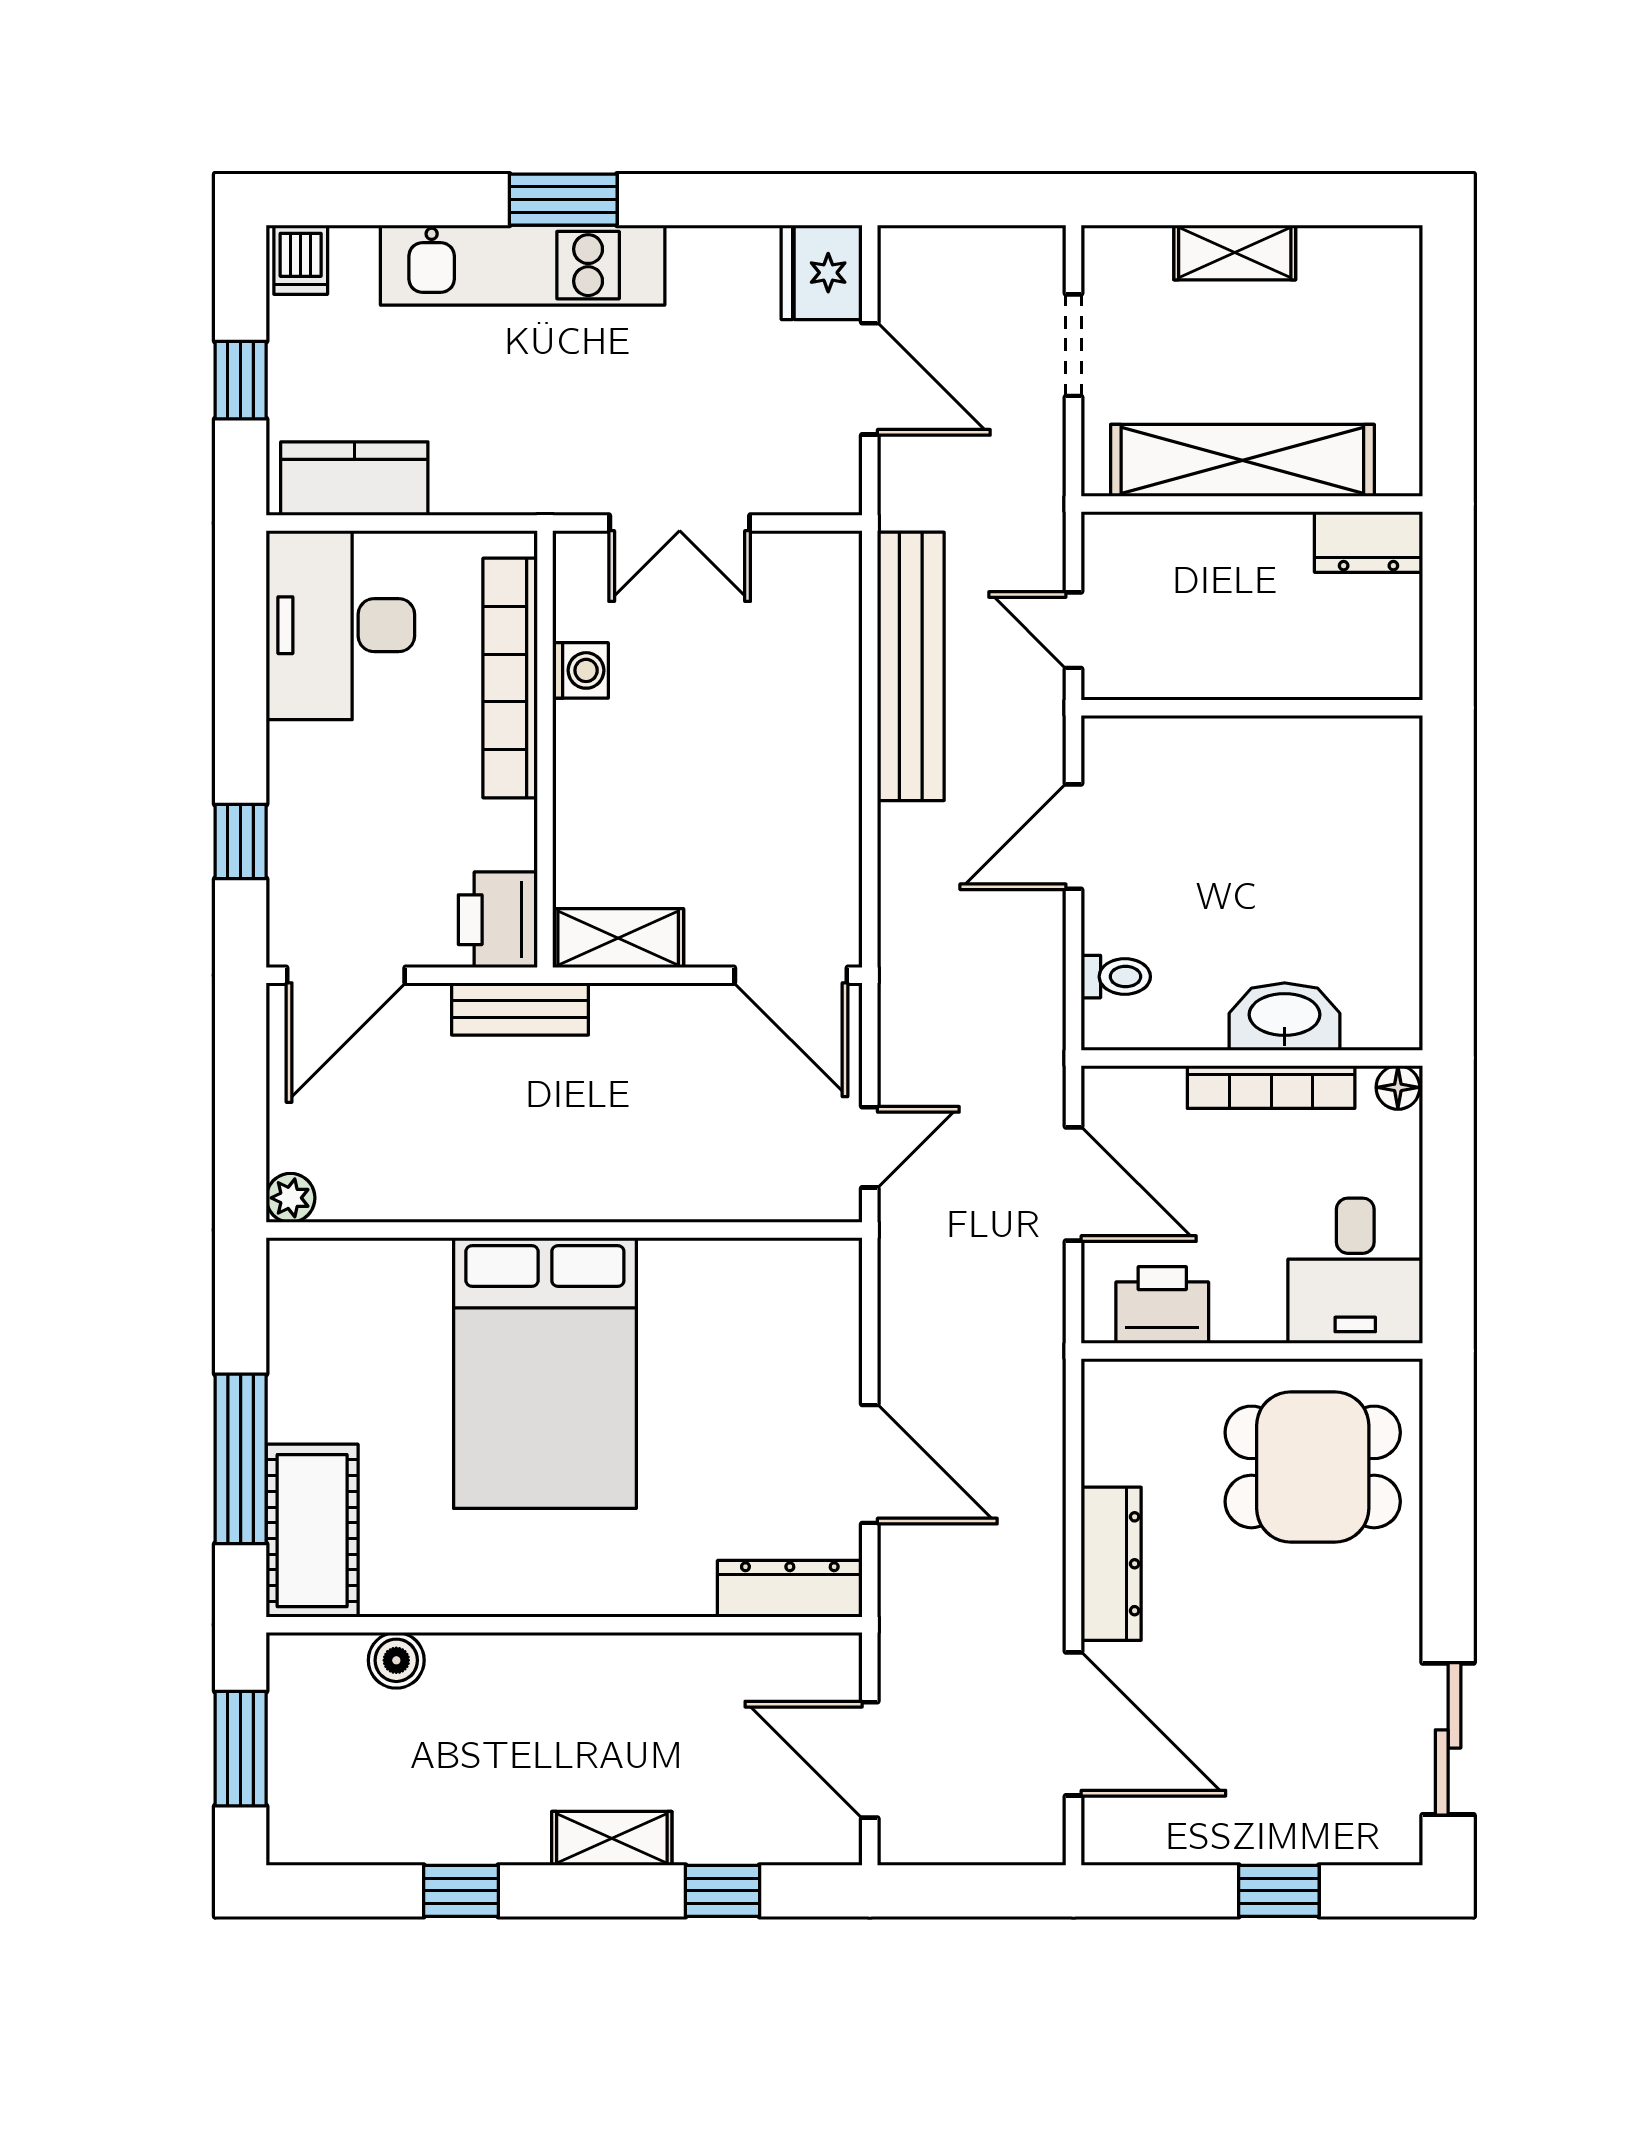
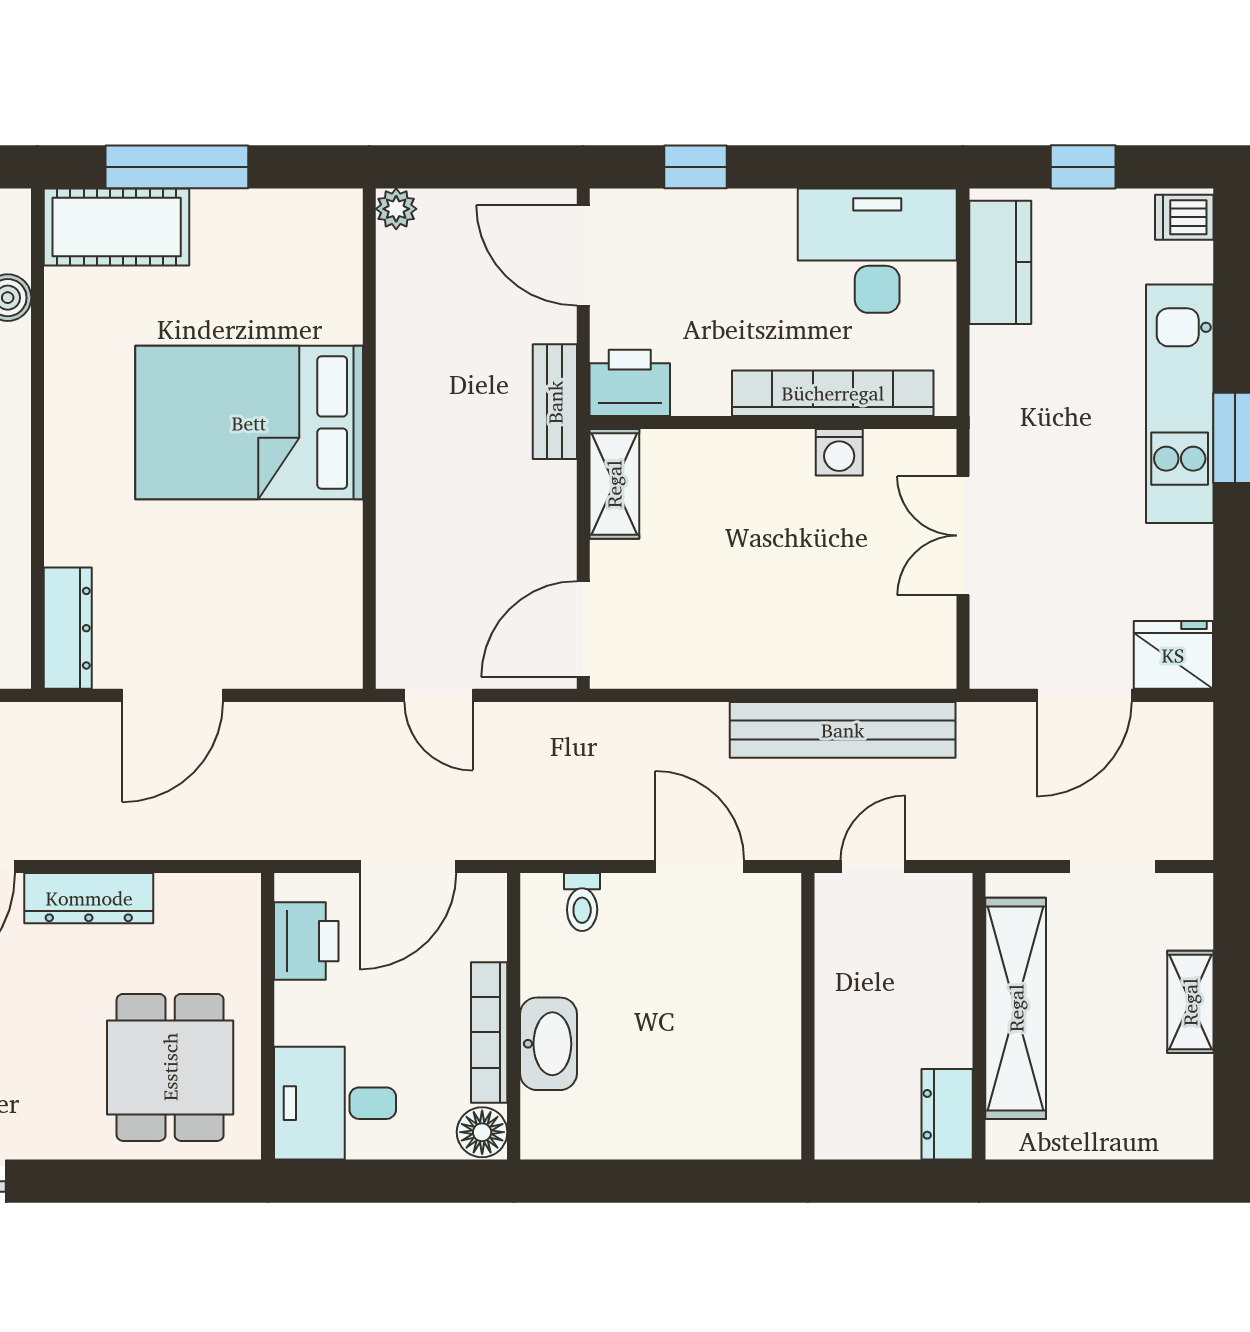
floor lamp: (1398, 1087) -> (482, 1132), width x1.37, depth x1.37

